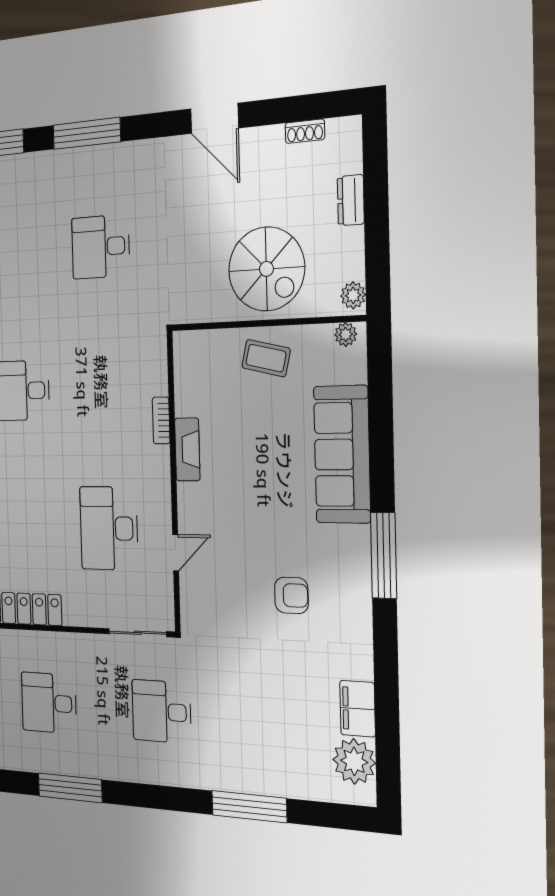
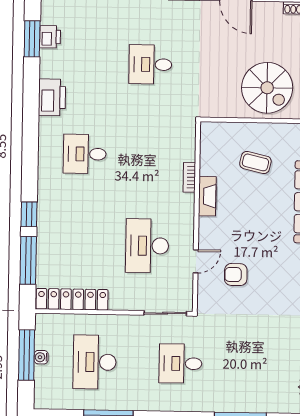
coffee table: (266, 358) -> (255, 162), moved
armchair: (291, 595) -> (236, 275), moved, turned 180
desk: (49, 703) -> (95, 362), width x1.37

